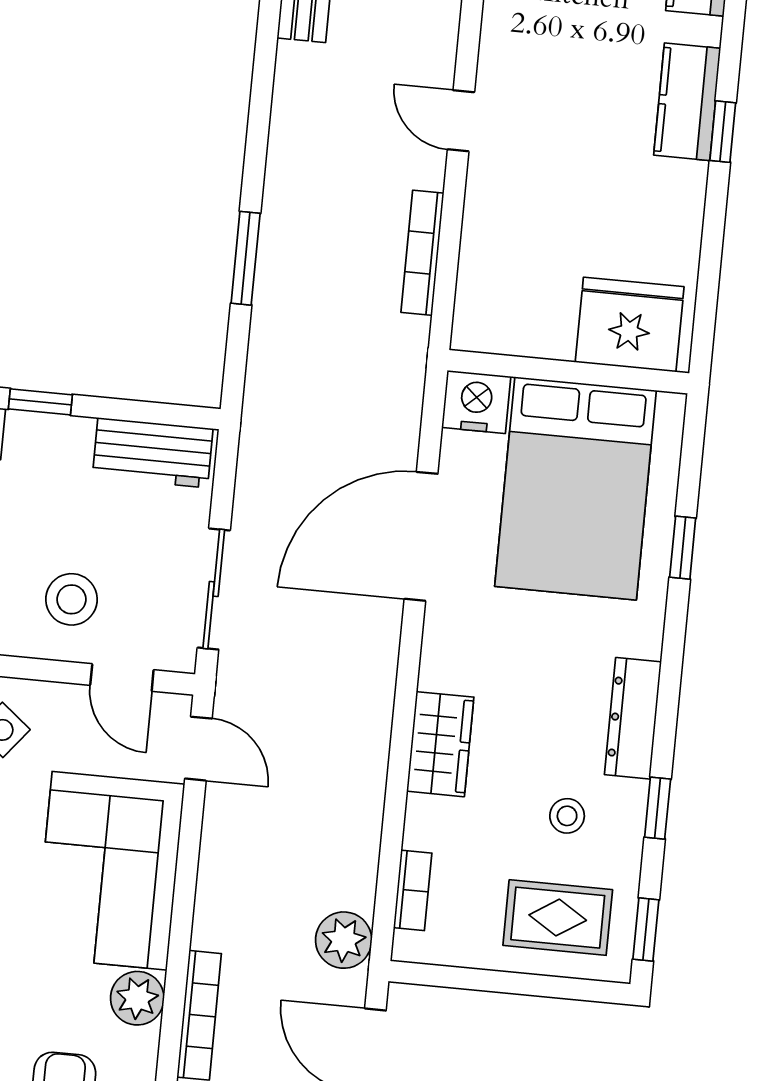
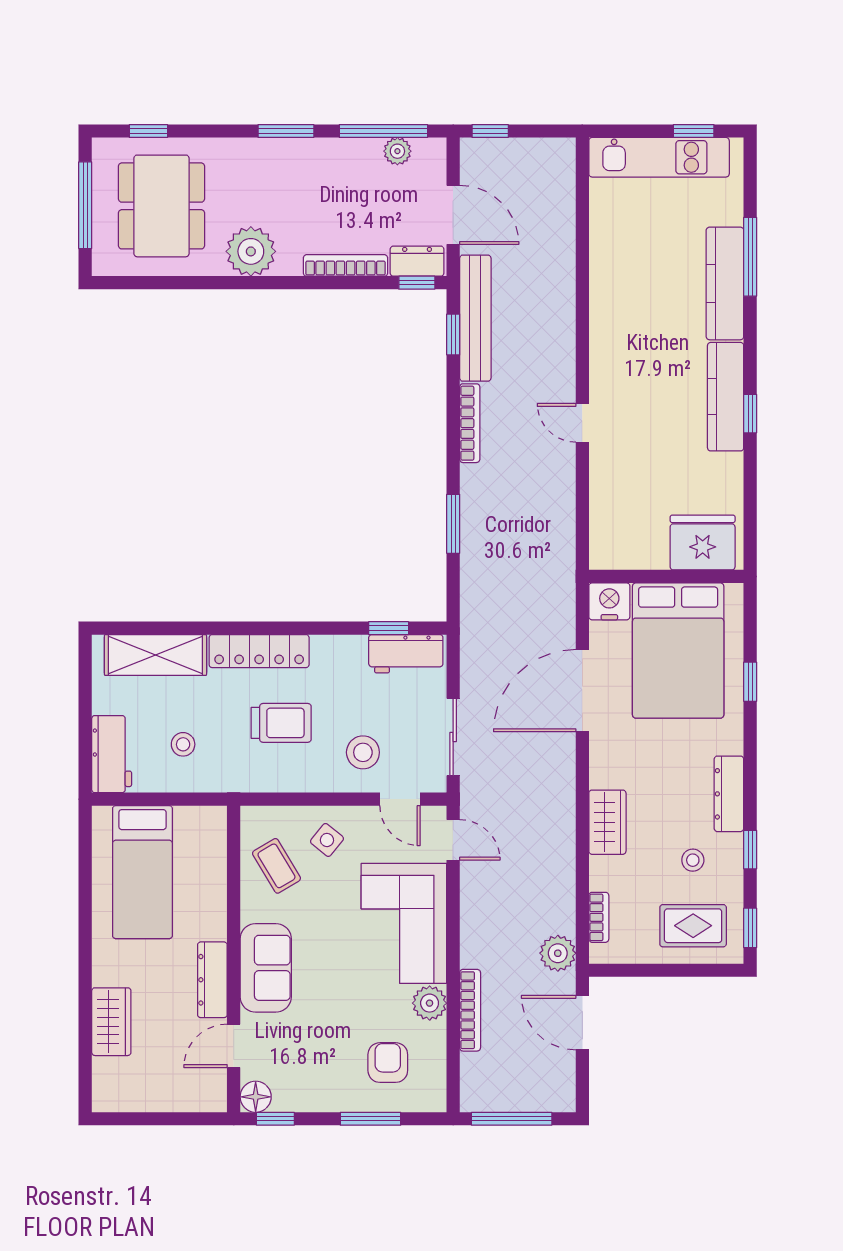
kitchen counter: (687, 102) -> (726, 397), width x1.50
bookcase: (422, 253) -> (470, 423), moved, turned 180
window: (40, 402) -> (389, 628), moved

